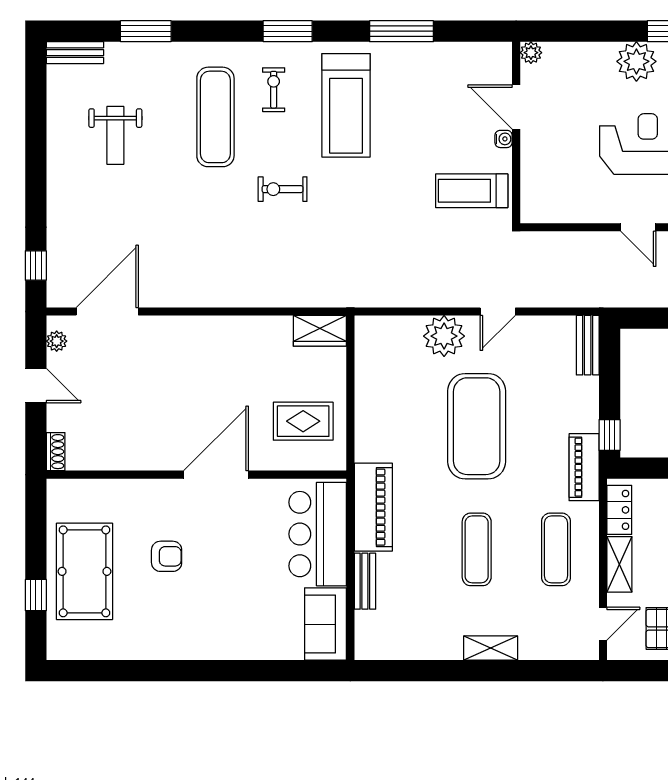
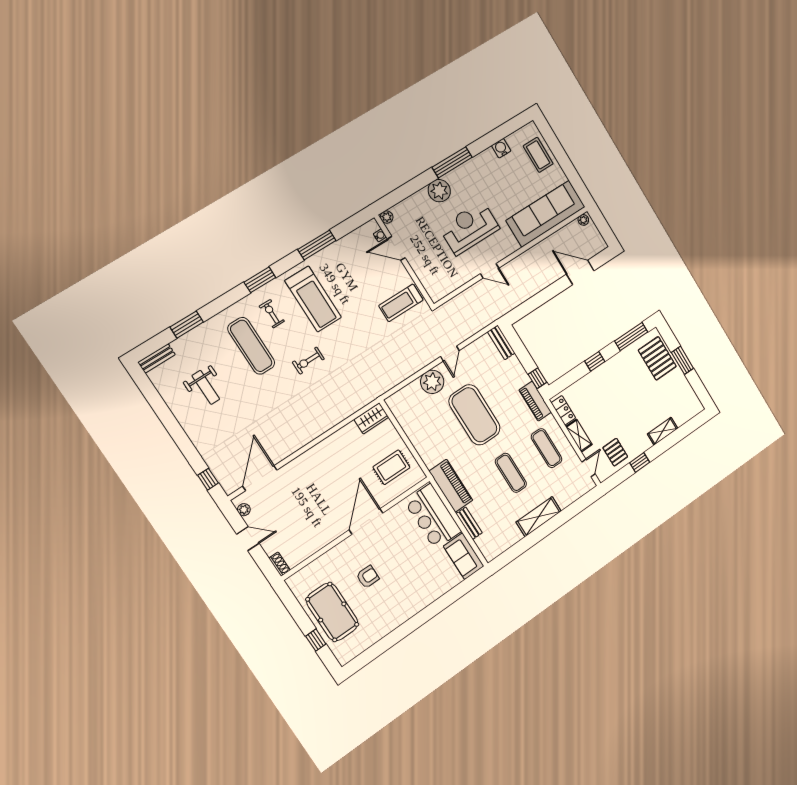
water cooler: (504, 139) -> (380, 235), moved
shelving: (491, 648) -> (539, 517), width x1.50, depth x1.33

